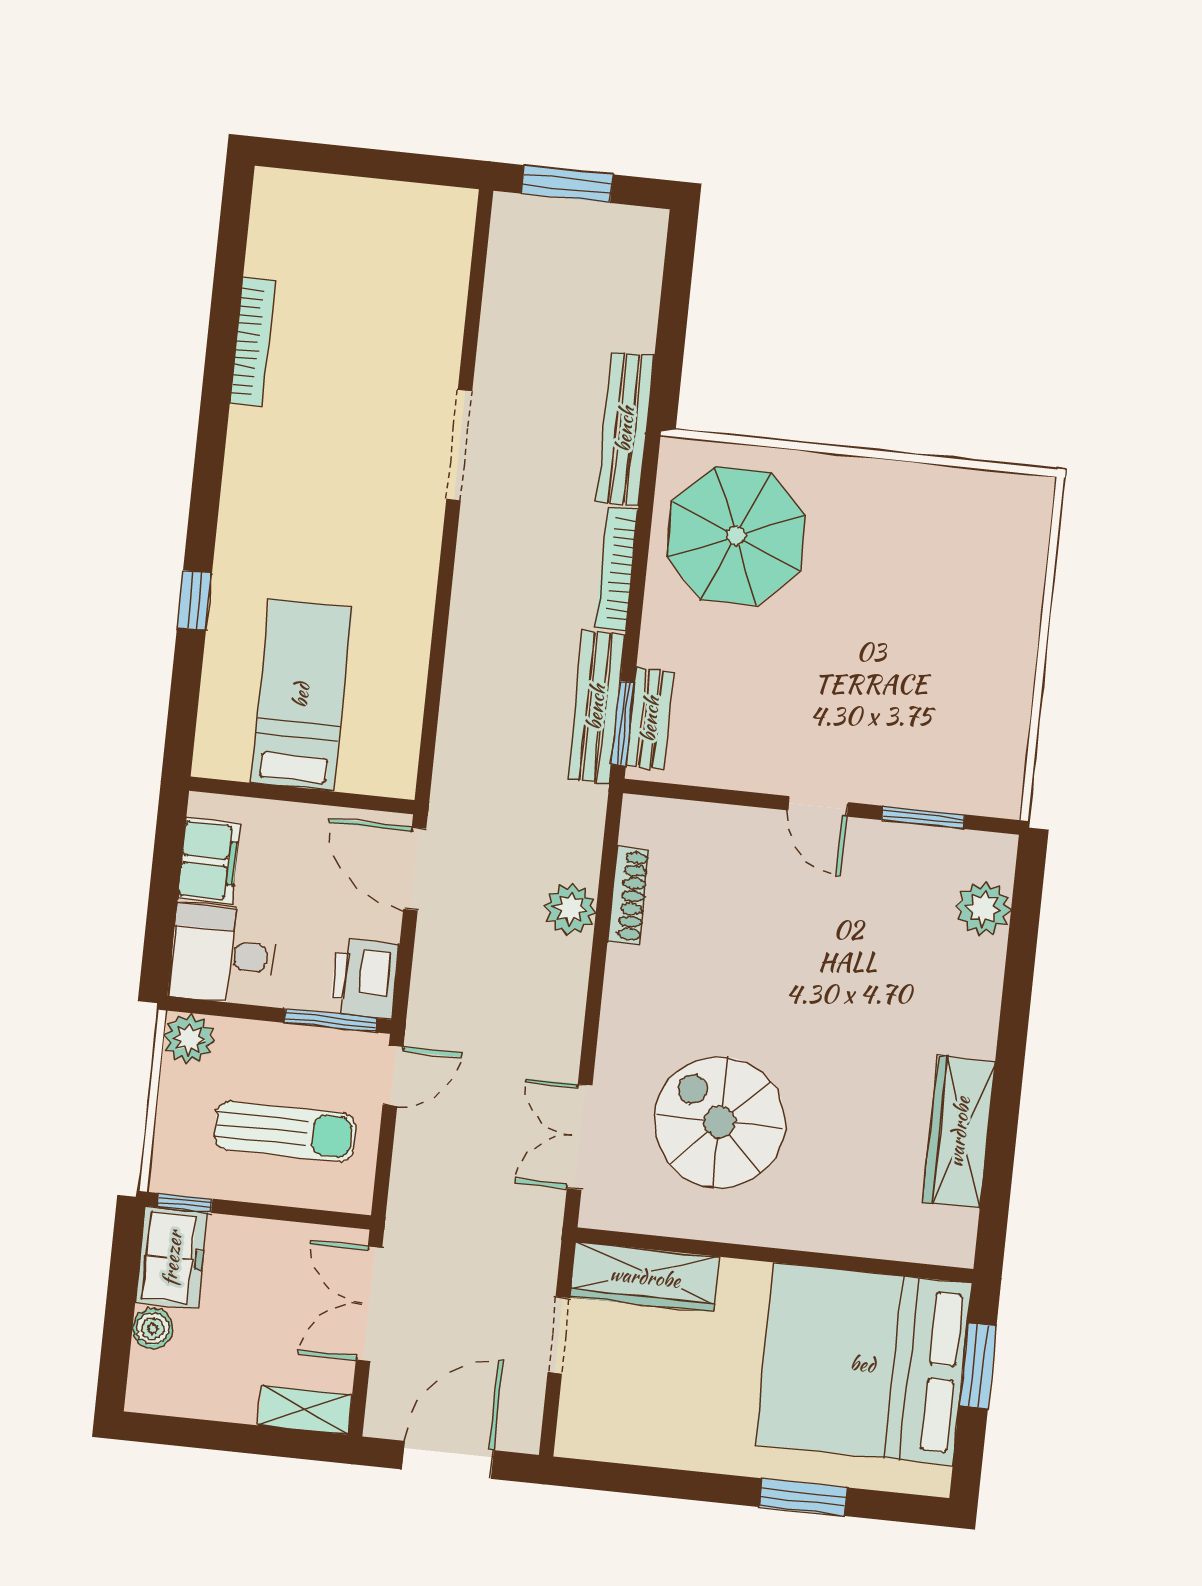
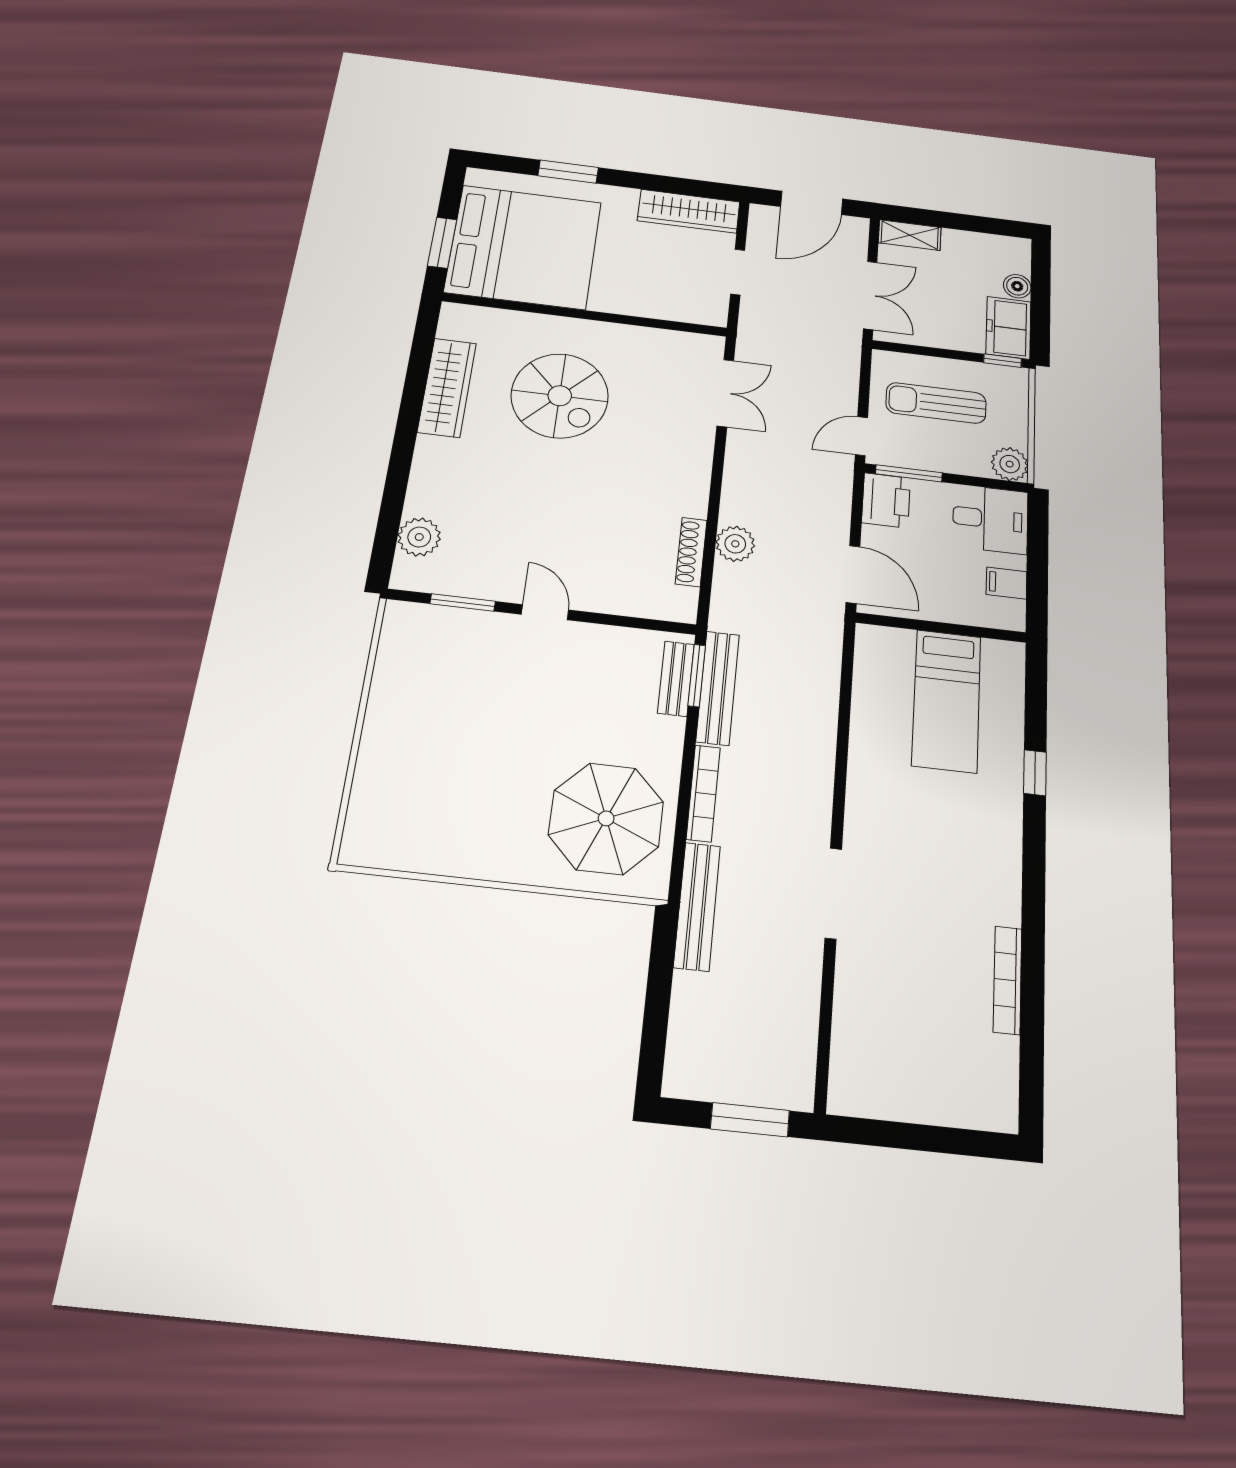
filing cabinet: (209, 861) -> (1007, 583), width x0.50
spiral stairs: (720, 1122) -> (560, 396), moved
wardrobe: (645, 1277) -> (689, 211), moved, turned 180

